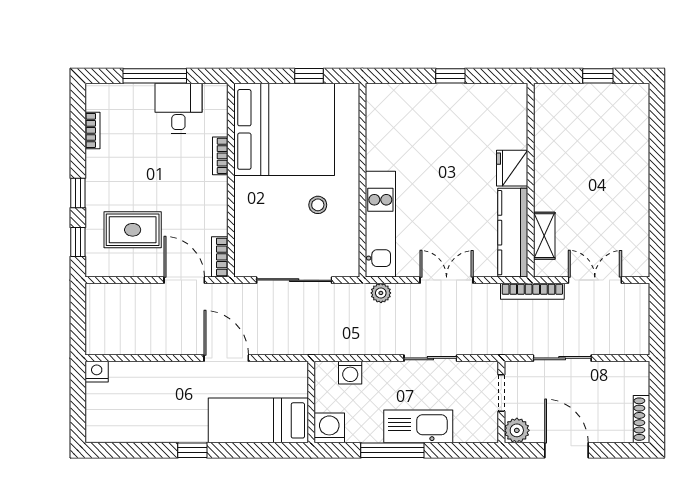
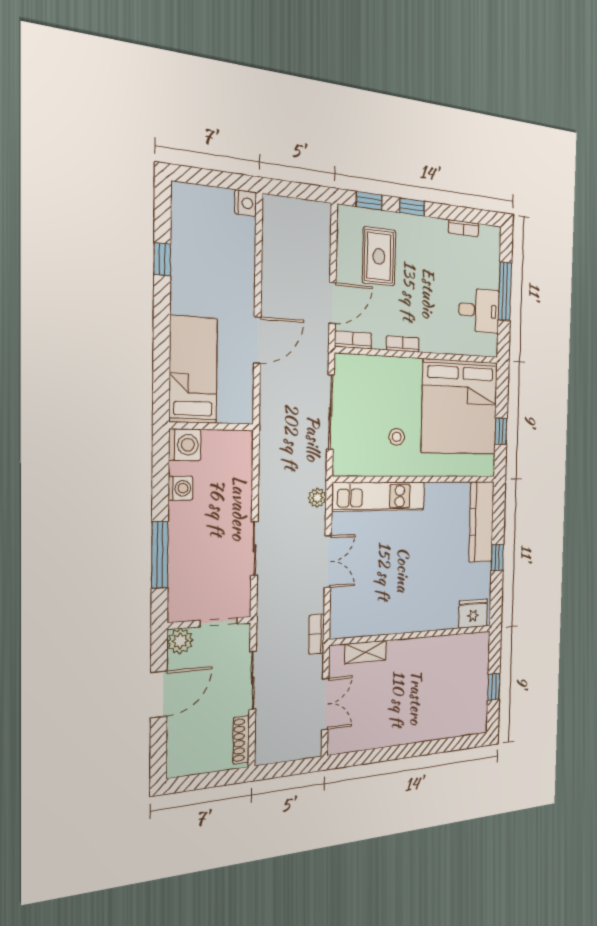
bookcase: (220, 156) -> (403, 344), moved
fridge: (512, 168) -> (473, 614), moved
kitchen counter: (513, 233) -> (481, 522), moved, turned -90
bookcase: (532, 291) -> (317, 634), width x0.64
washing machine: (350, 373) -> (180, 488), moved, turned 180
shoe rack: (641, 419) -> (241, 740), moved, turned -90
kitchen sink: (418, 426) -> (185, 538), removed
window: (192, 450) -> (162, 259), moved
window: (392, 450) -> (160, 555), moved

